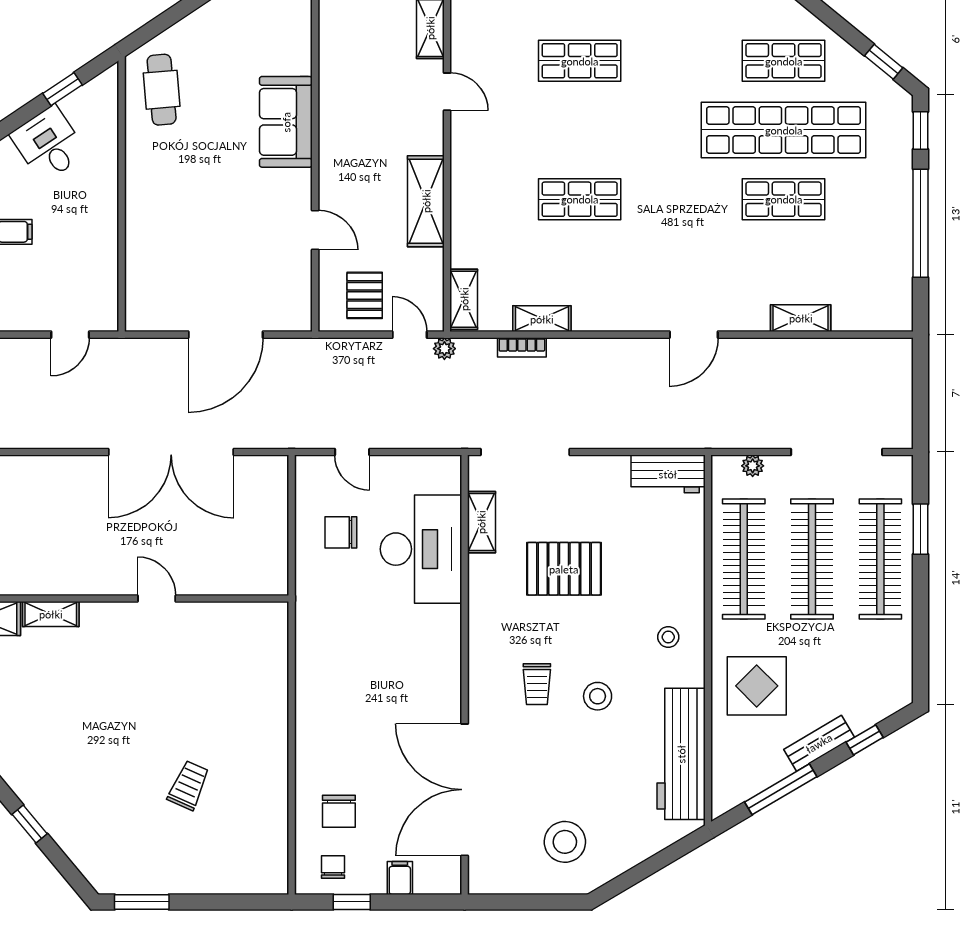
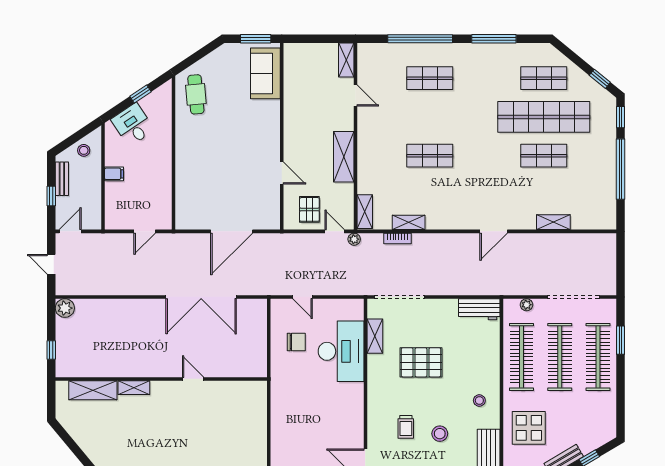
sofa: (286, 122) -> (265, 73), moved
chair: (341, 532) -> (296, 342), turned 180

